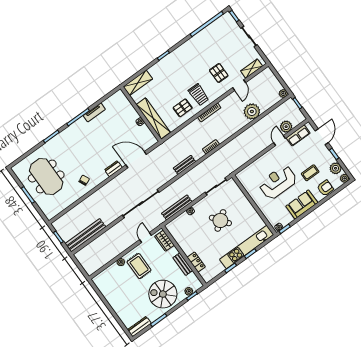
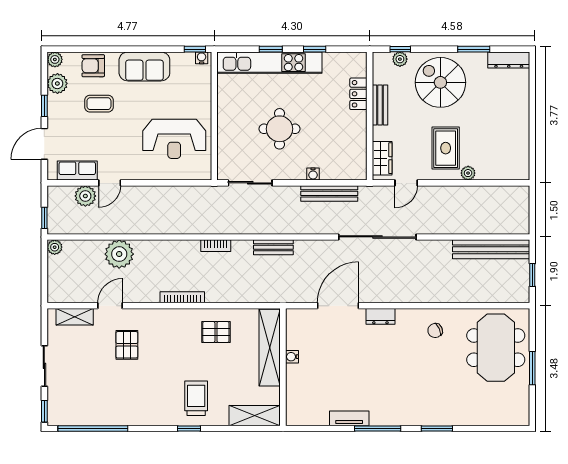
trolley: (199, 95) -> (196, 398), moved
door: (136, 160) -> (338, 306), swing flipped
meeting table: (46, 177) -> (496, 348), moved
reception desk: (278, 182) -> (174, 139), moved
round table: (220, 220) -> (280, 129), turned 36
spiral stairs: (163, 294) -> (440, 82), turned 180

